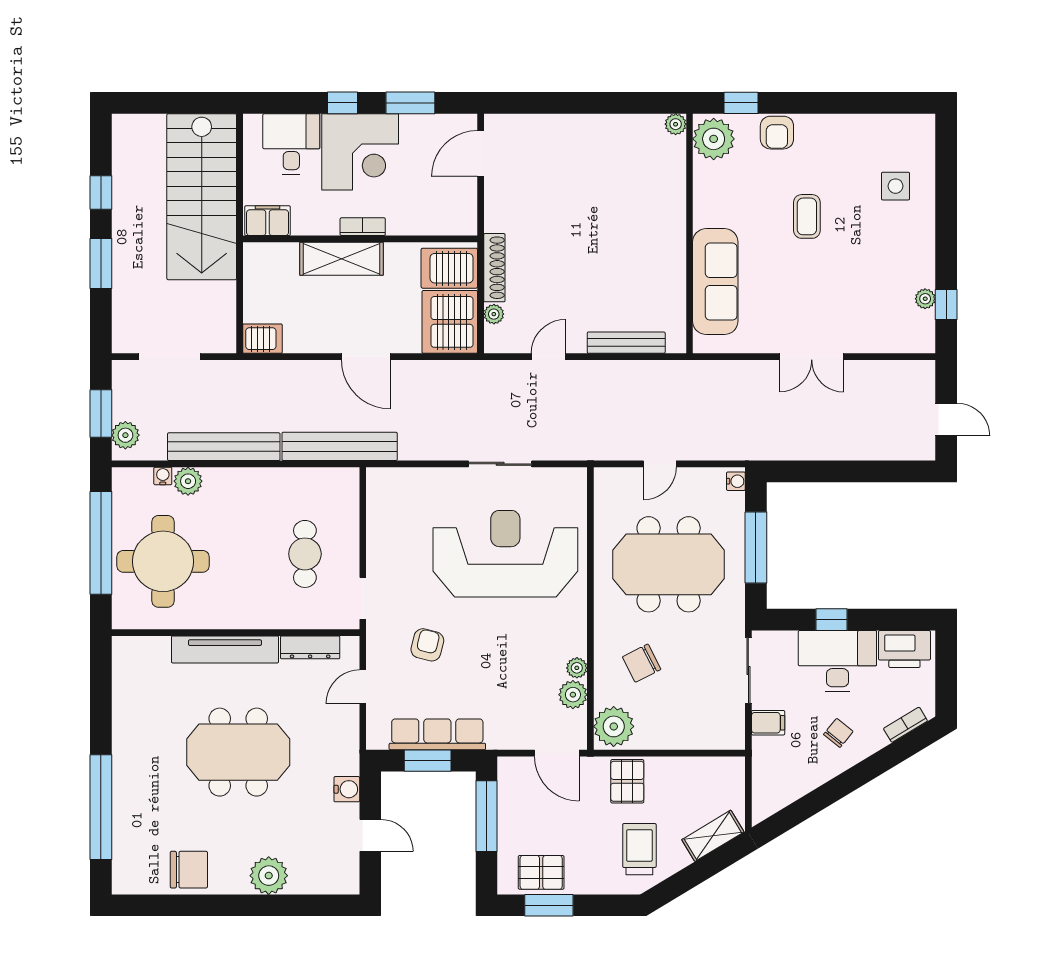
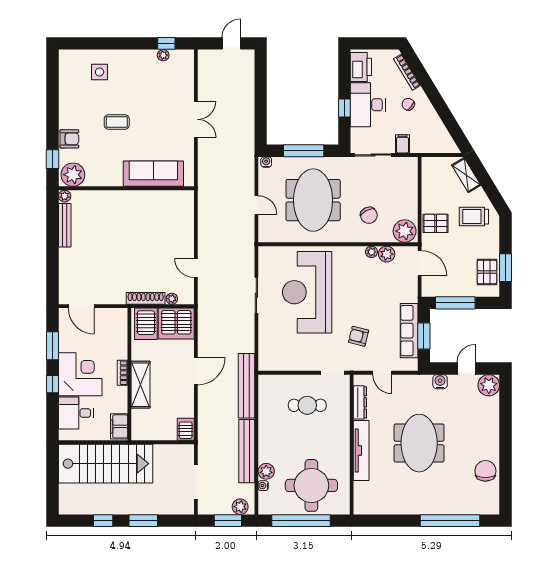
bench: (626, 343) -> (65, 225), moved
bookcase: (905, 725) -> (407, 72), width x1.56
door: (557, 753) -> (420, 263), hinge flipped
plant: (269, 876) -> (489, 385), moved

